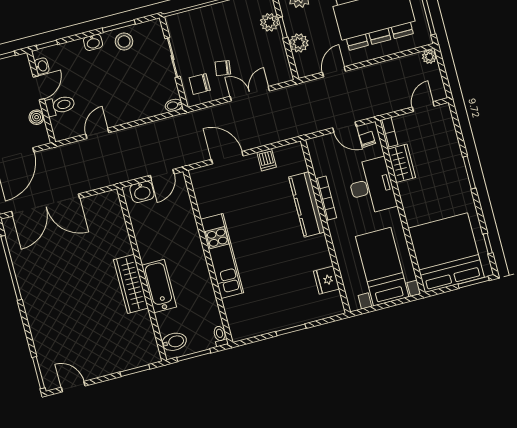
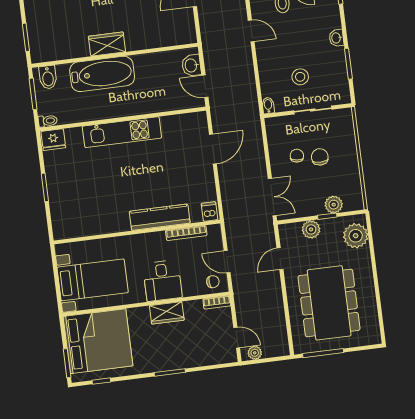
stool: (124, 41) -> (300, 77), moved
plant: (429, 57) -> (255, 353), moved
door: (334, 72) -> (280, 259), swing flipped
chair: (200, 84) -> (320, 157), moved
double door: (250, 94) -> (272, 197), moved
door: (344, 127) -> (227, 262), hinge flipped
dishwasher: (267, 160) -> (210, 212), moved, turned 90
wardrobe: (401, 163) -> (167, 313), moved
desk: (372, 186) -> (162, 281), width x0.73
bookcase: (326, 198) -> (186, 233), moved
fridge: (326, 280) -> (53, 140), moved, turned 180
wardrobe: (131, 284) -> (107, 44), width x0.67
bathtub: (159, 286) -> (102, 74), width x1.36, depth x1.36

